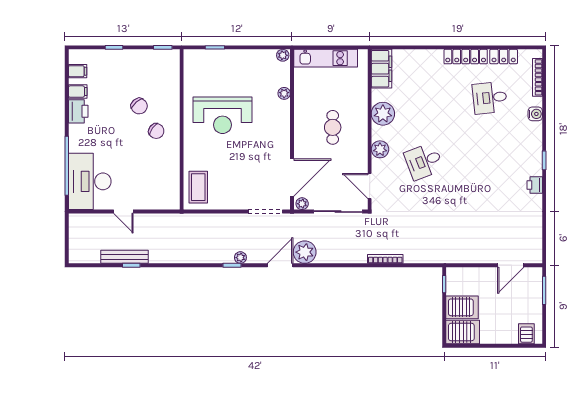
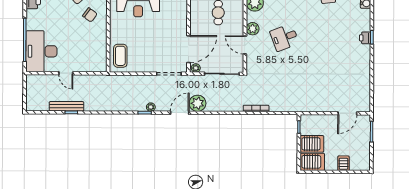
printer: (535, 185) -> (365, 38), moved
door: (370, 186) -> (245, 45), moved
server rack: (526, 334) -> (343, 163), moved

